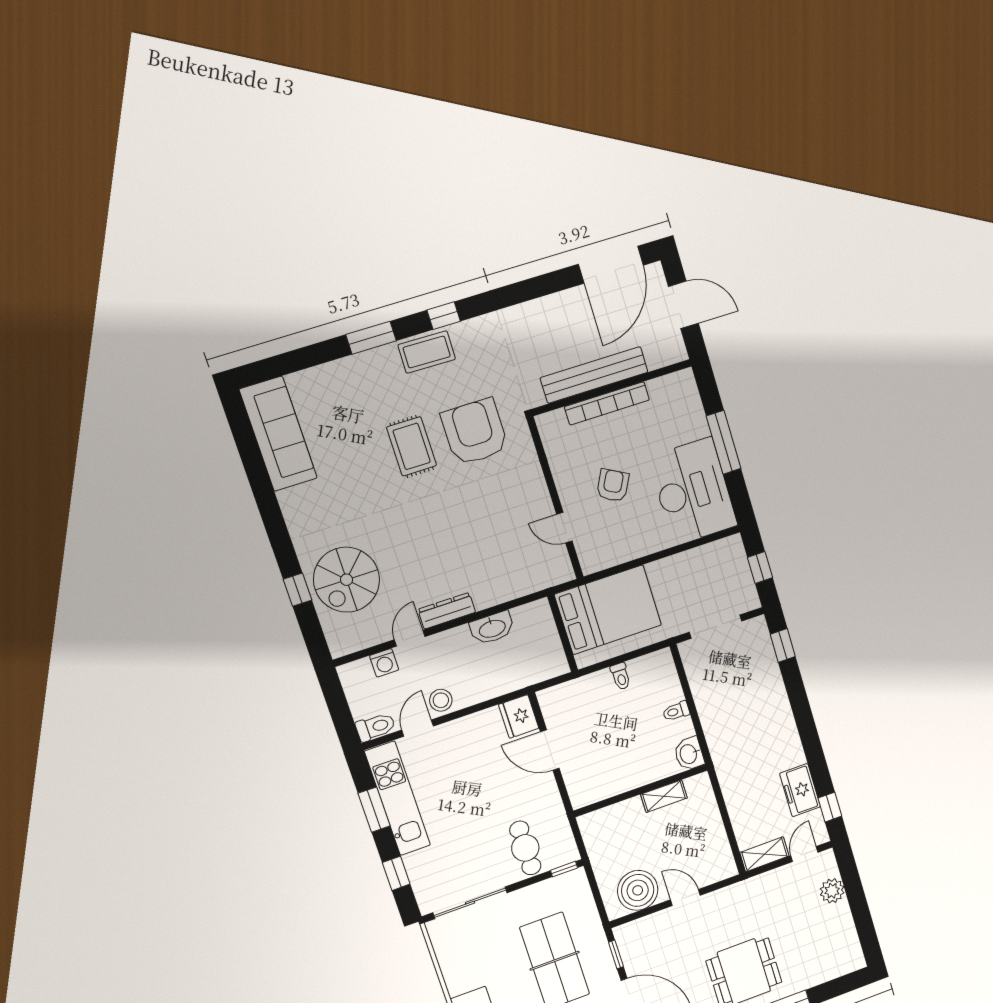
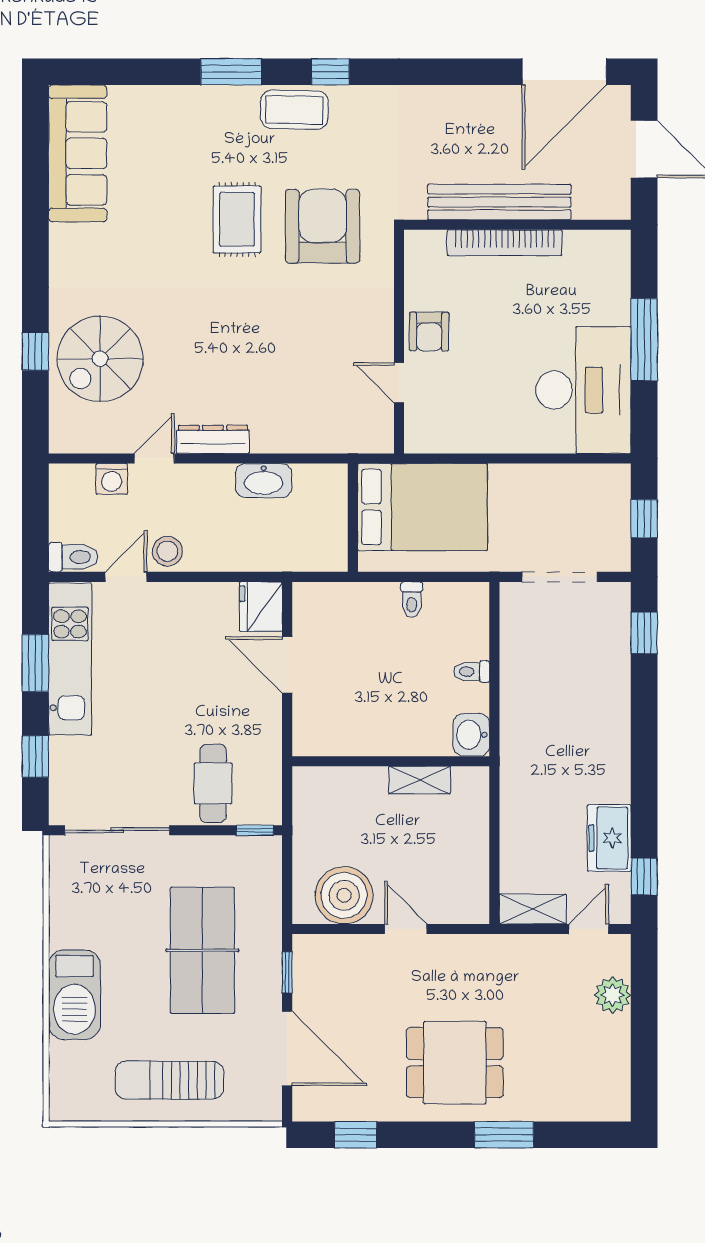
armchair: (613, 485) -> (429, 332), moved, turned 152

